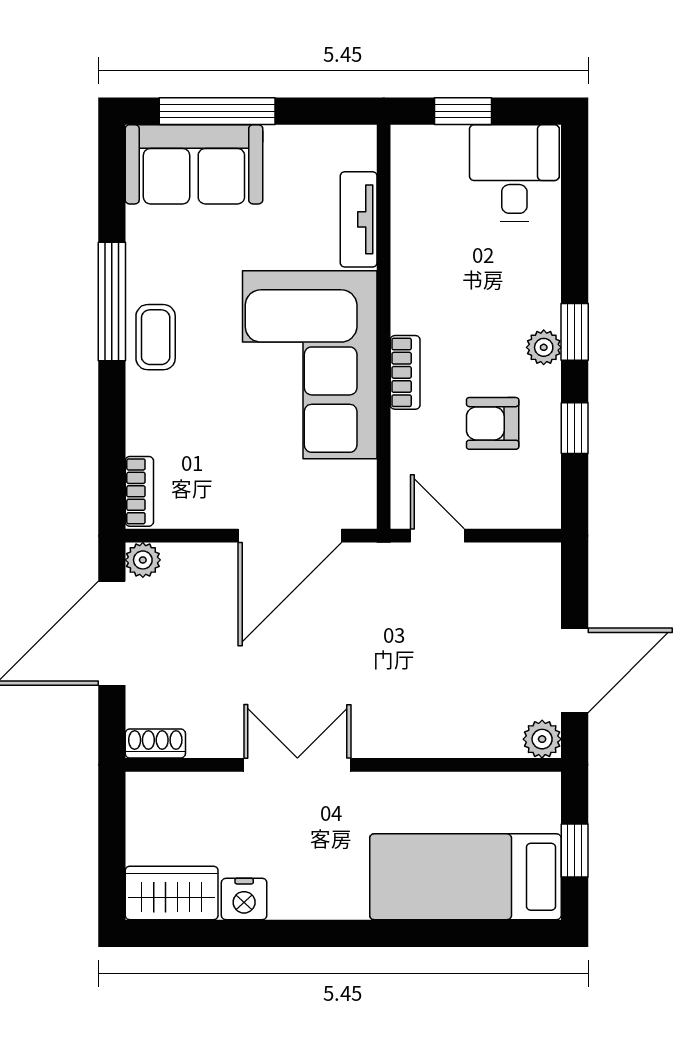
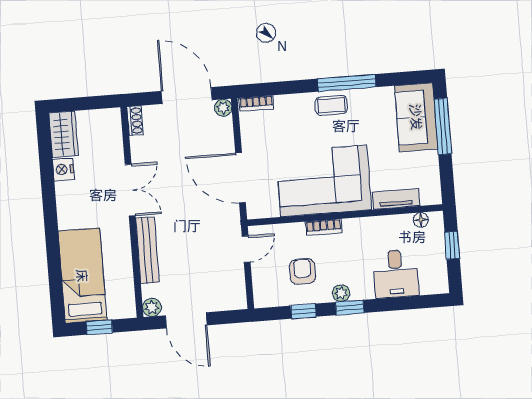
floor lamp: (406, 171) -> (421, 220), added
desk: (514, 173) -> (396, 274), moved, turned 90
bench: (424, 739) -> (147, 250), added

